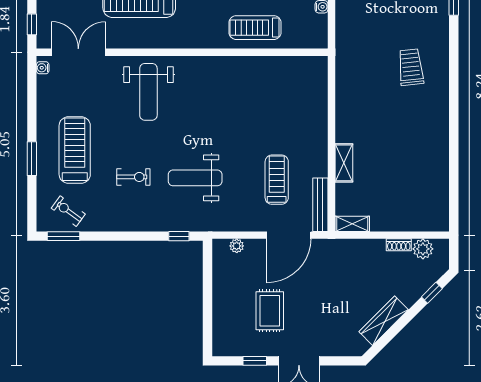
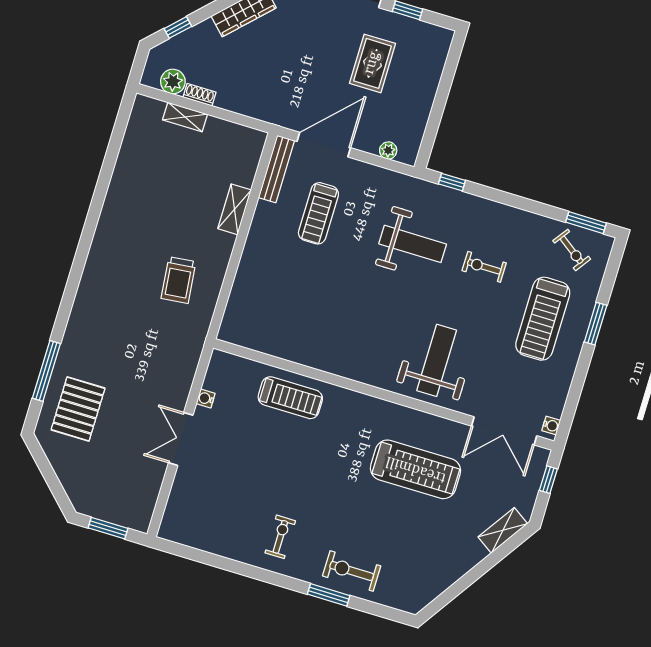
trolley: (411, 67) -> (178, 280), moved
shelving: (352, 224) -> (185, 117), moved

